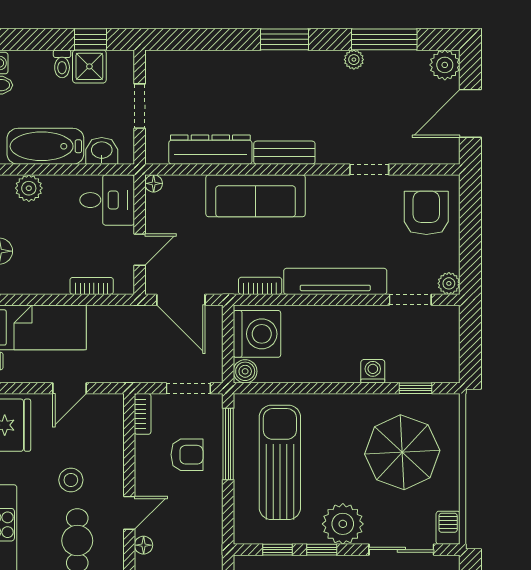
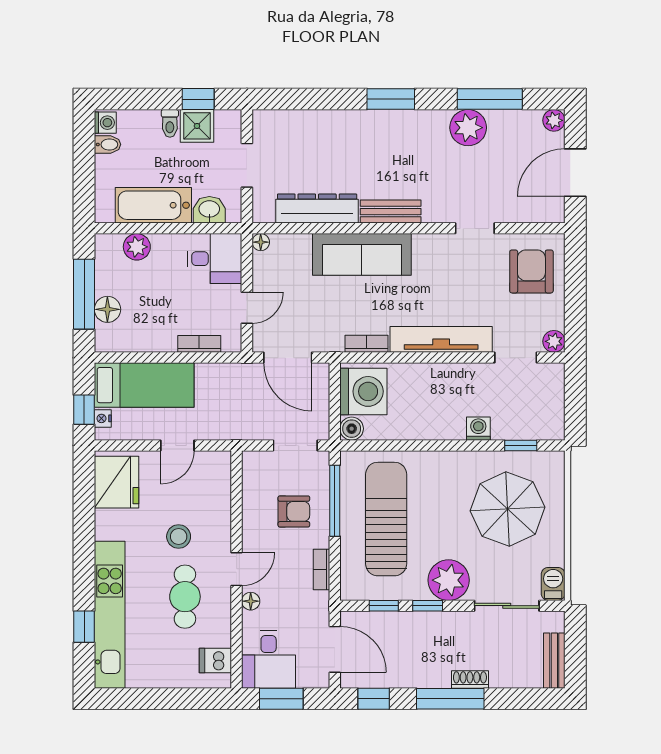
plant: (354, 60) -> (468, 128), width x1.88, depth x1.88
plant: (445, 65) -> (554, 120), width x0.73, depth x0.73
bookcase: (143, 414) -> (321, 569), moved, turned 180

